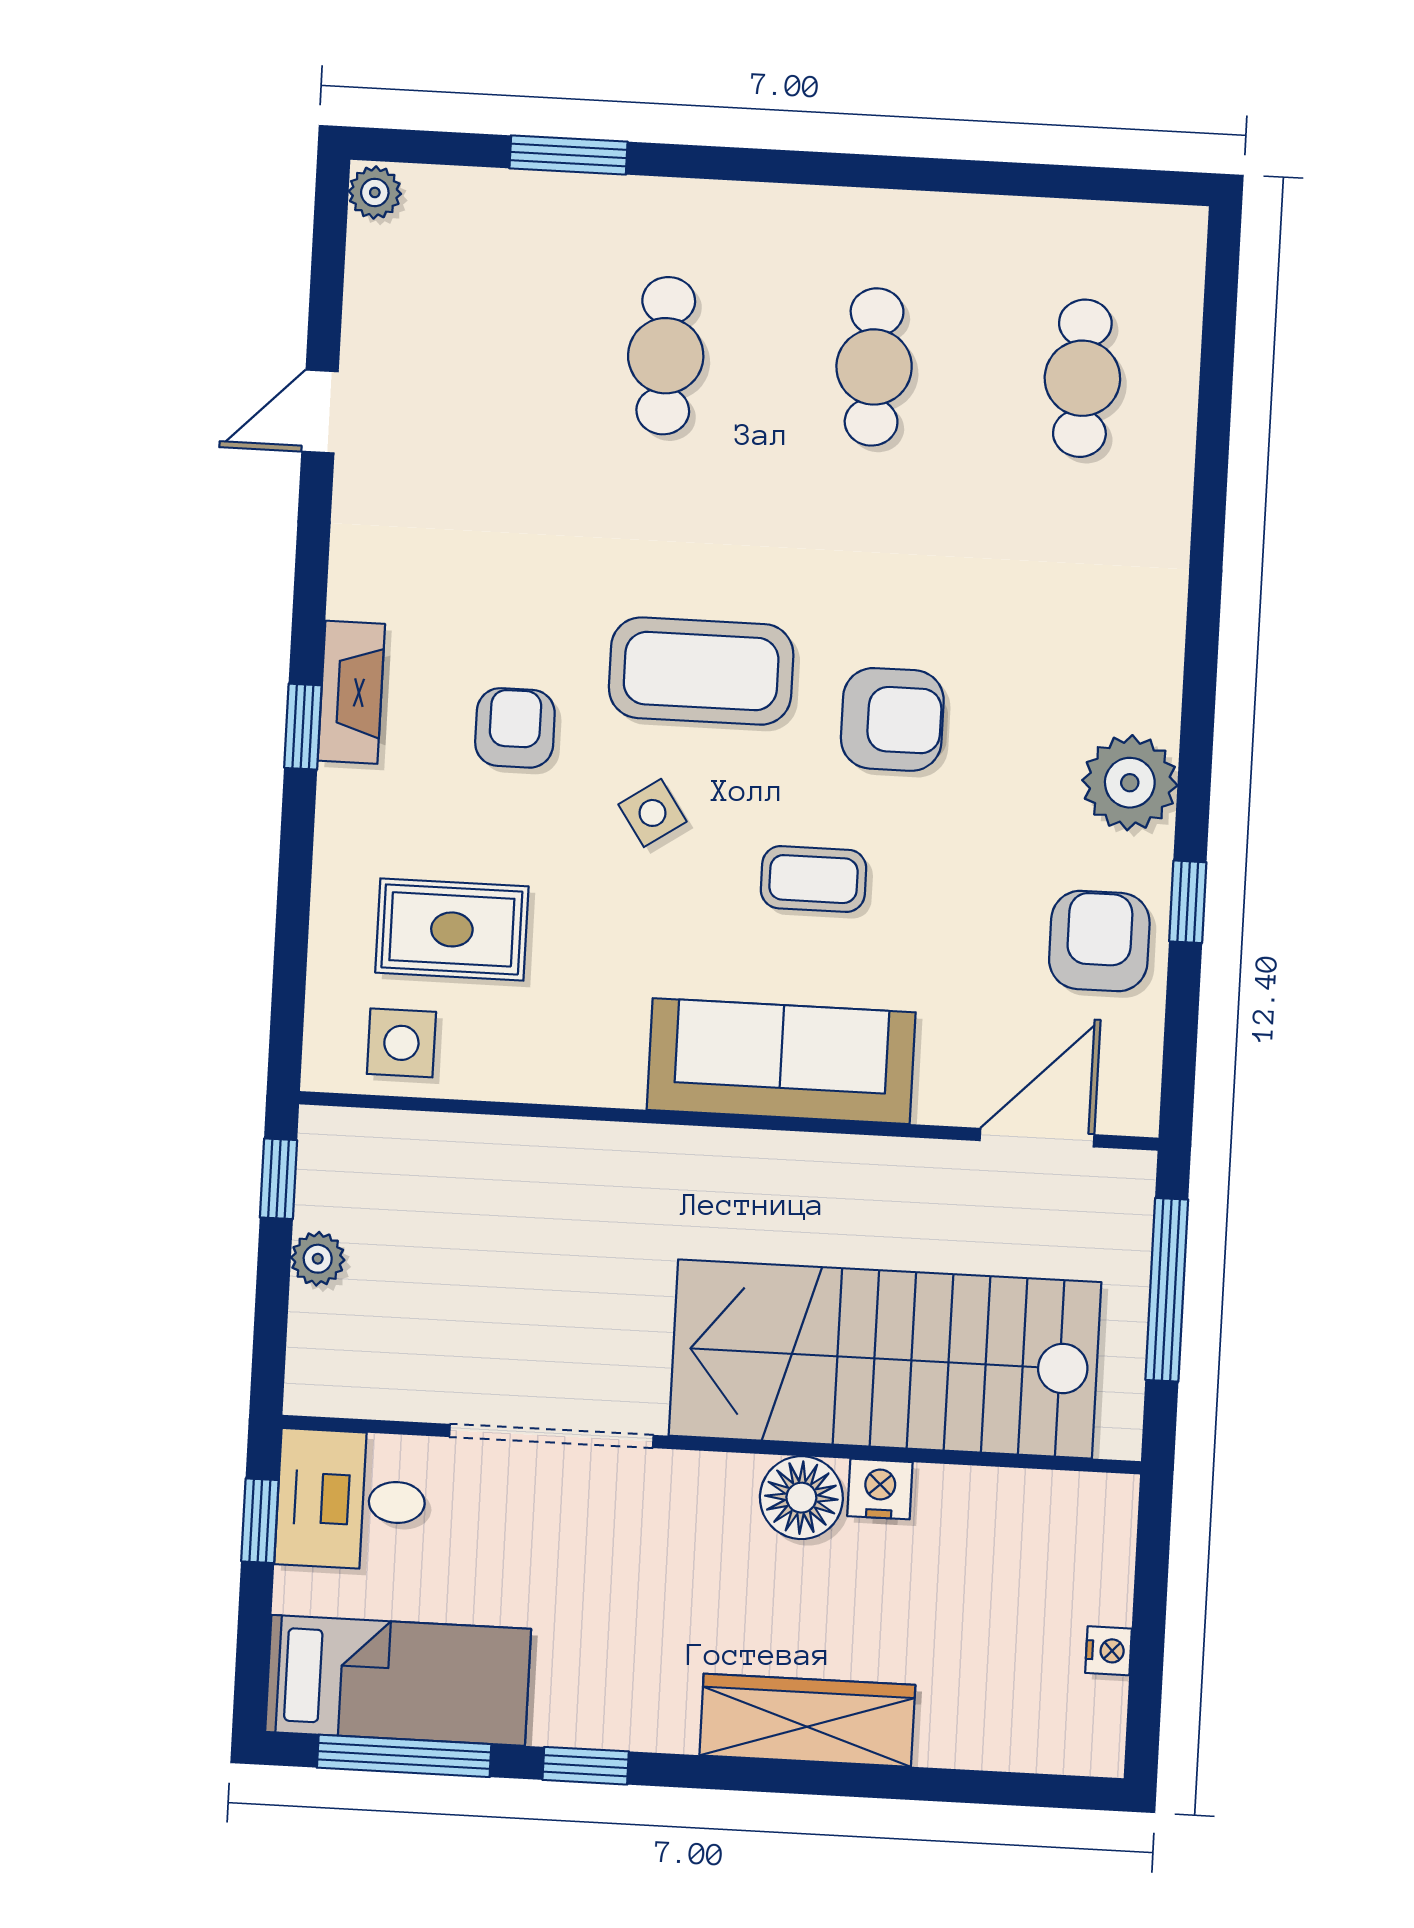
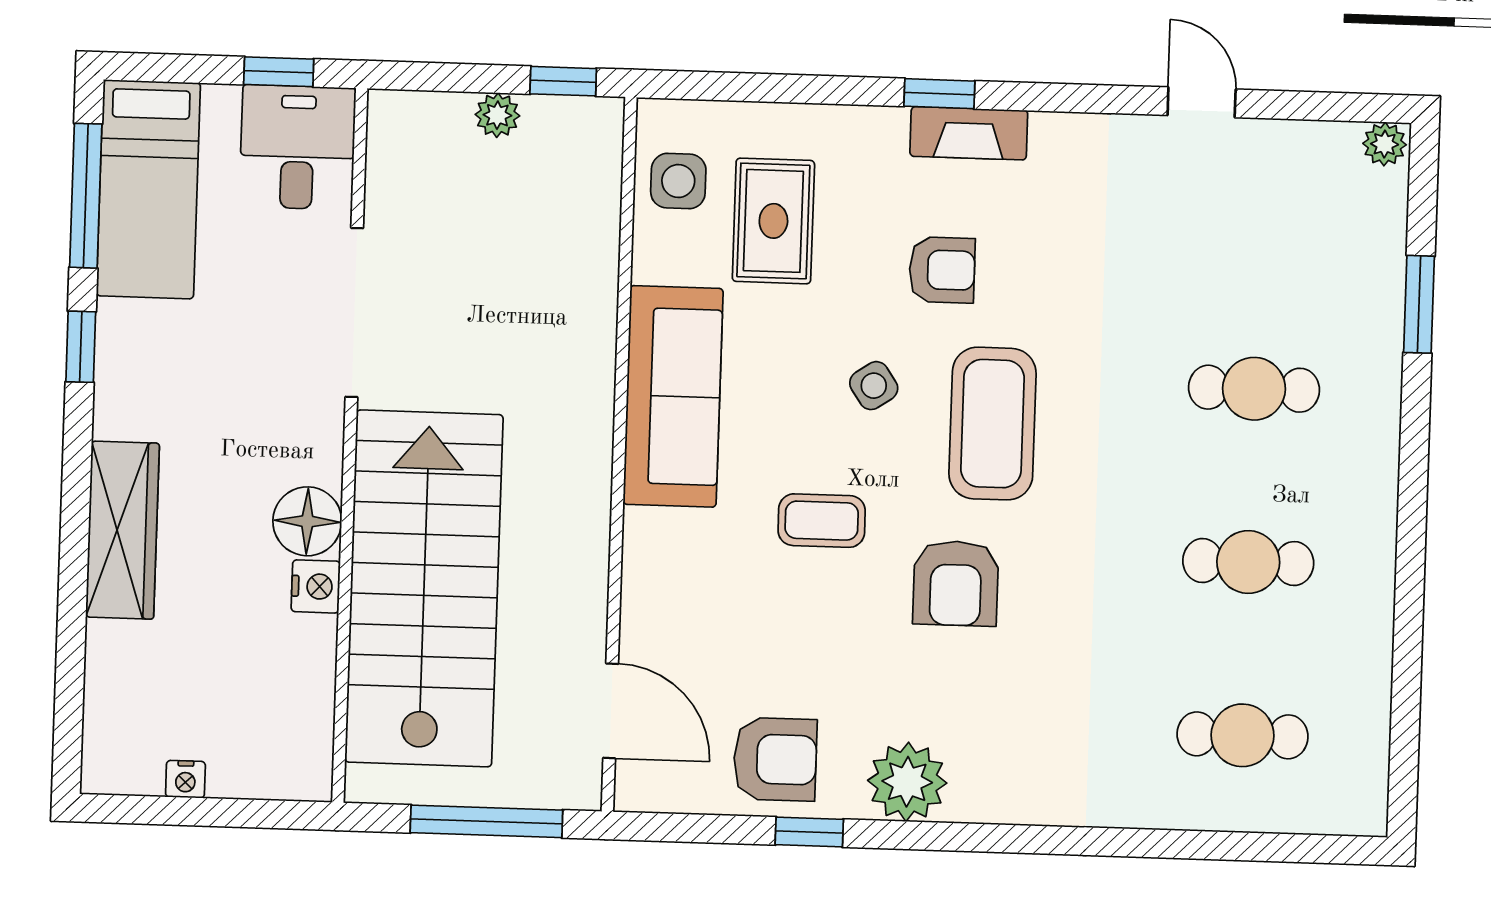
coffee table: (813, 879) -> (822, 521), turned 90
sofa: (781, 1061) -> (673, 396), moved

